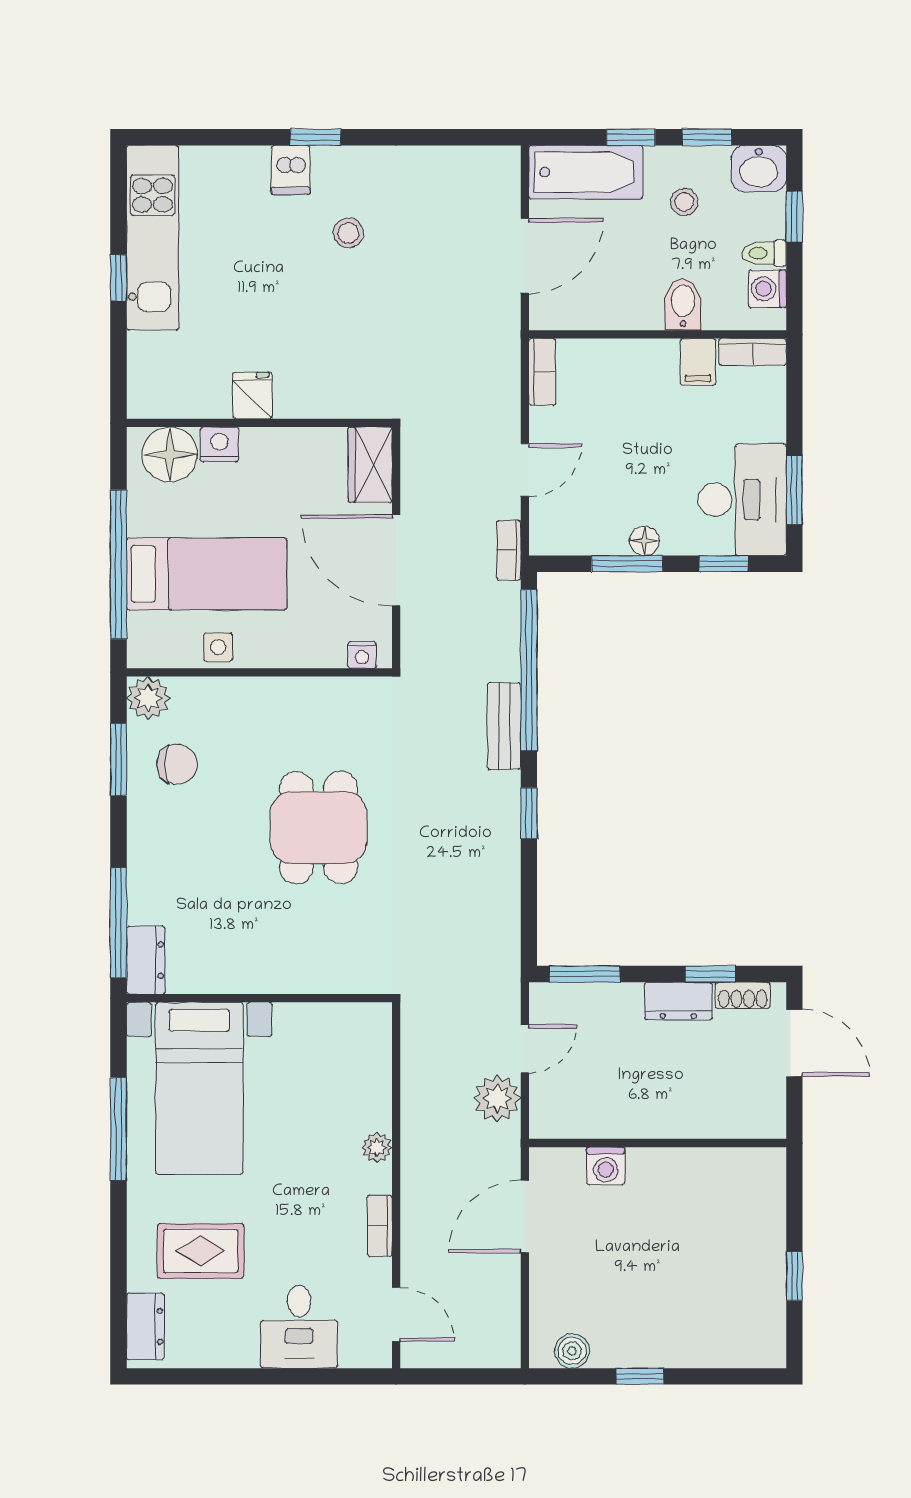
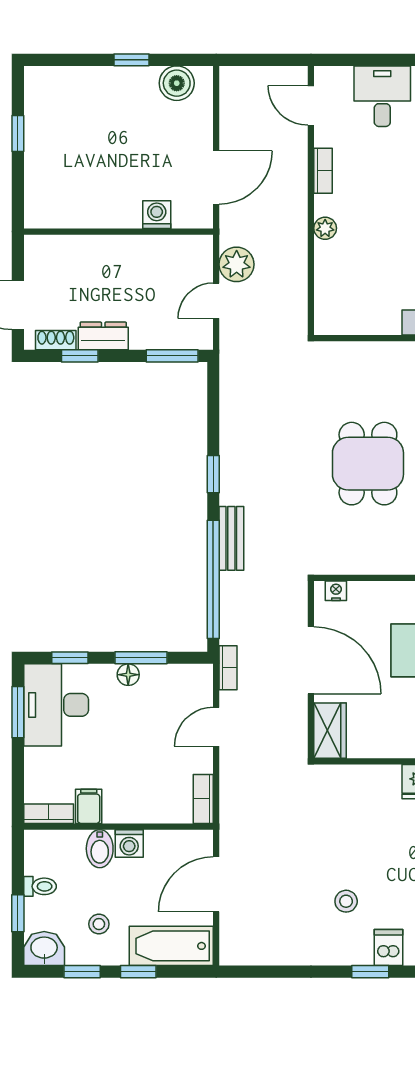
washing machine: (767, 289) -> (129, 843), moved, turned 90
boiler: (572, 1351) -> (177, 83), width x1.36, depth x1.36

